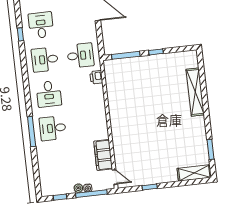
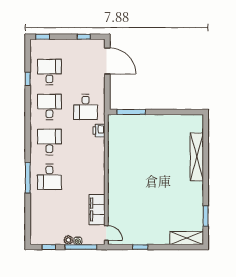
window: (156, 52) -> (162, 112), removed
desk: (80, 55) -> (86, 107), turned 90
desk: (45, 60) -> (49, 107), turned 90
desk: (49, 94) -> (49, 142), turned 180
desk: (53, 128) -> (49, 177), turned -90

